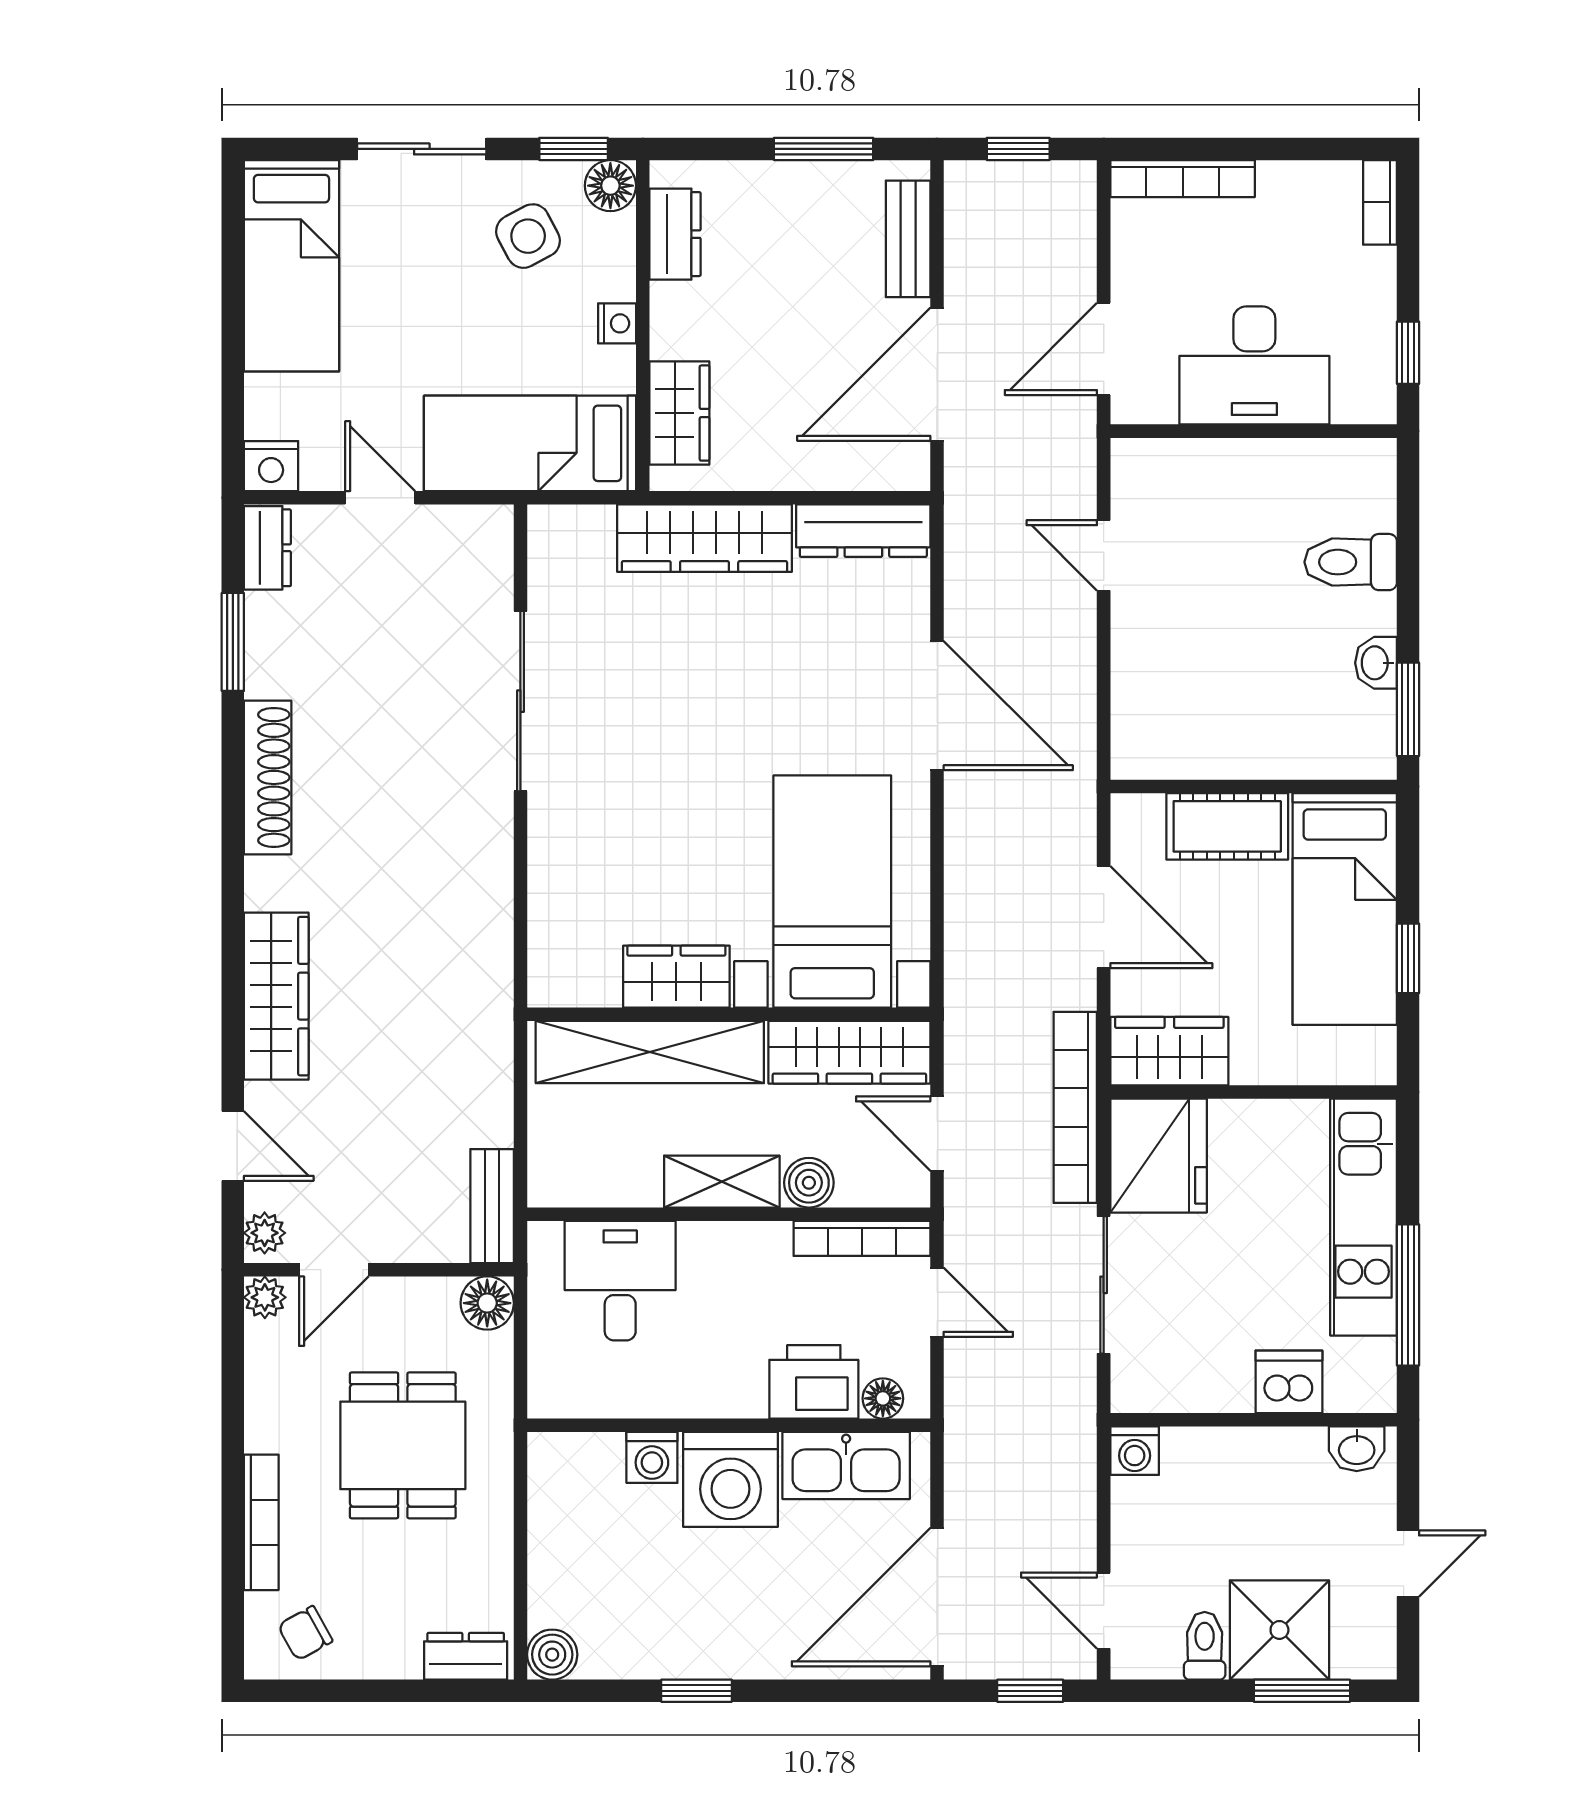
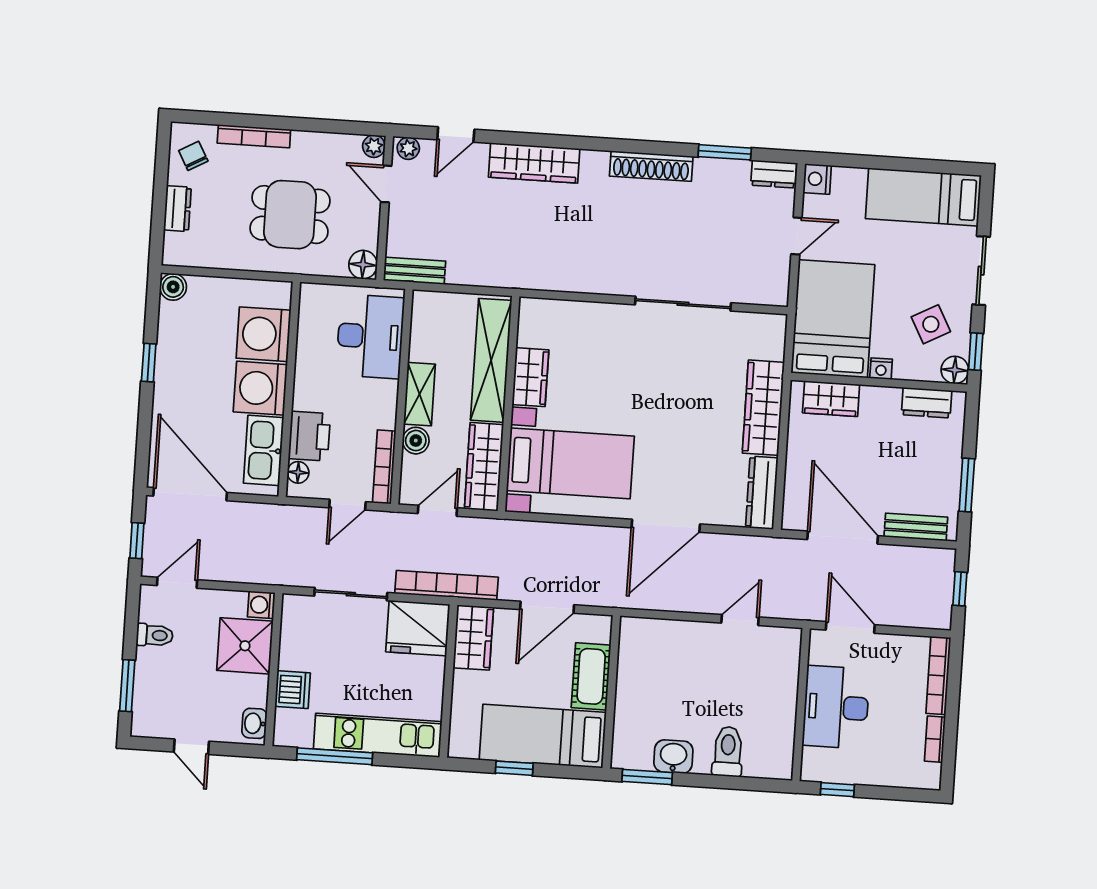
bookcase: (1380, 202) -> (935, 739), moved, turned -90
bed: (530, 443) -> (833, 319), width x1.50
washbasin: (1376, 663) -> (673, 757), width x1.38, depth x1.45
desk: (620, 1281) -> (370, 336), width x1.37
washing machine: (652, 1457) -> (263, 334), width x1.89, depth x1.89
shower: (1279, 1630) -> (245, 646), moved
dresser: (466, 1656) -> (177, 209), moved

